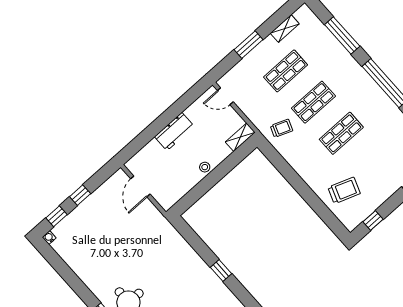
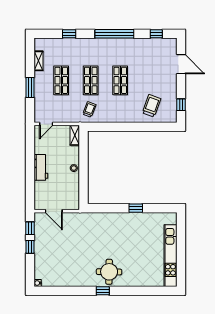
window: (342, 35) -> (69, 34), width x0.46
window: (57, 216) -> (30, 228), moved

